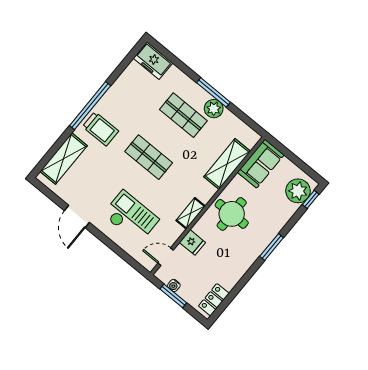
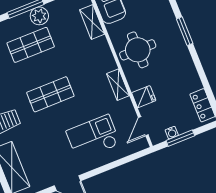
shelving: (227, 164) -> (92, 22), width x0.67, depth x0.75

